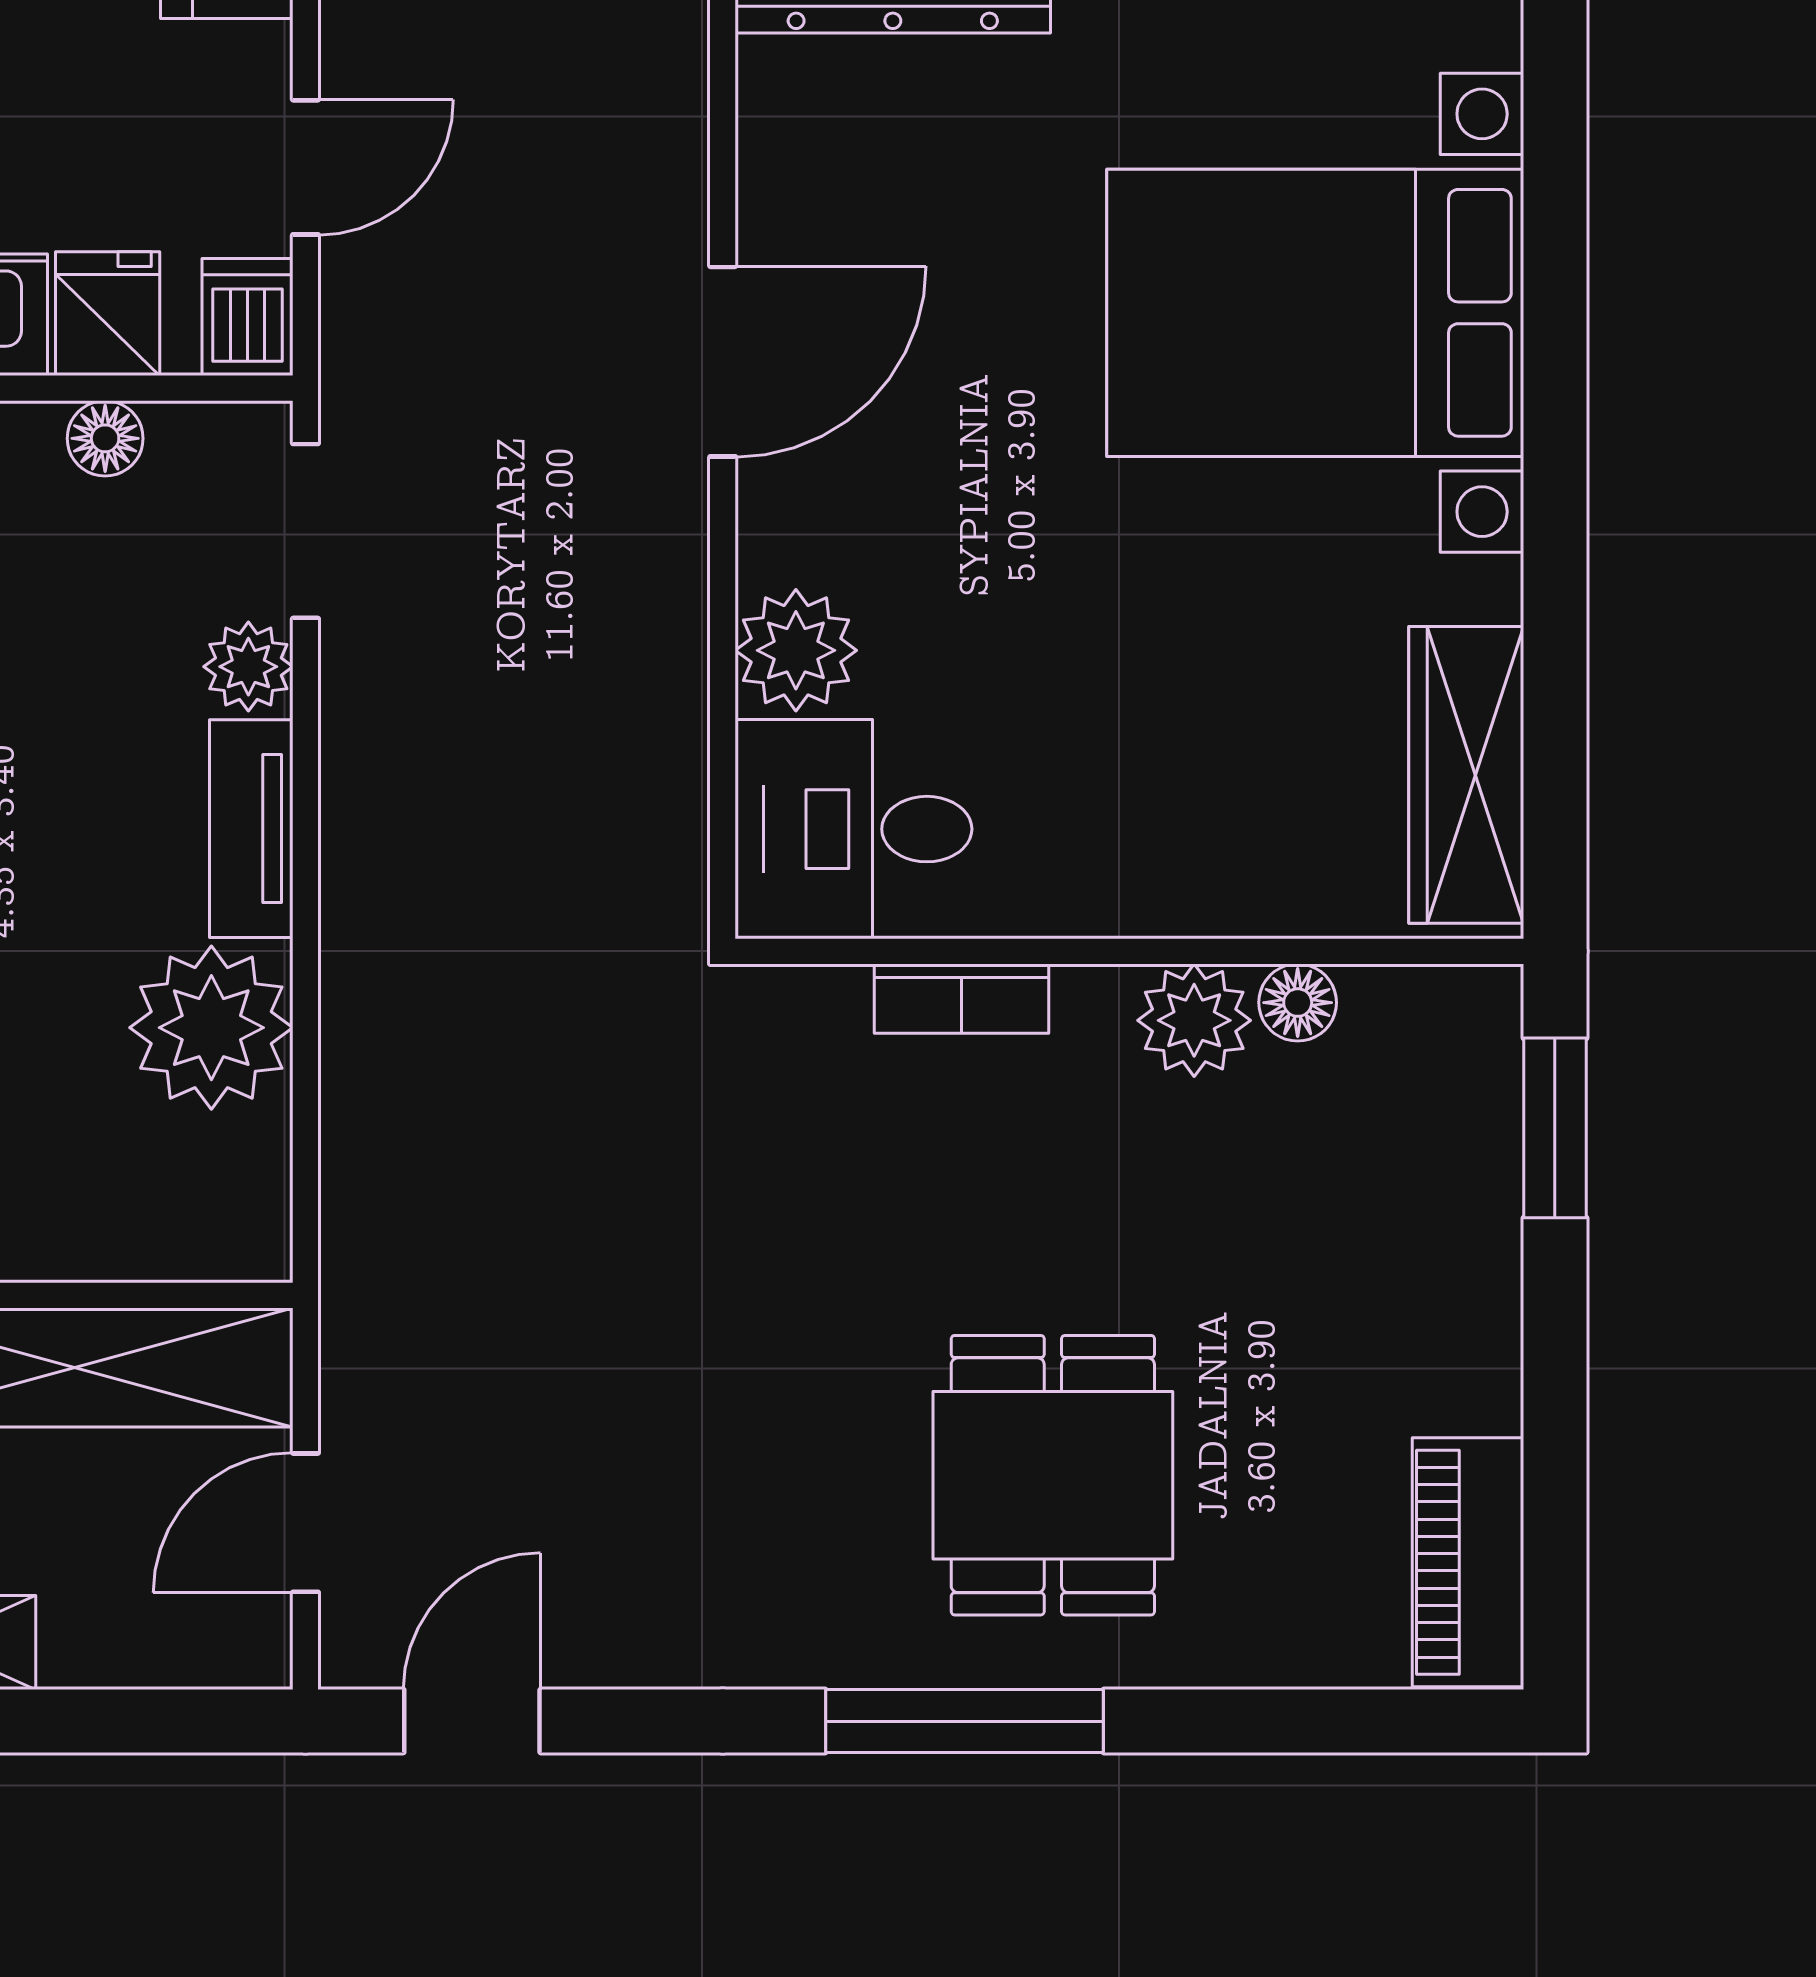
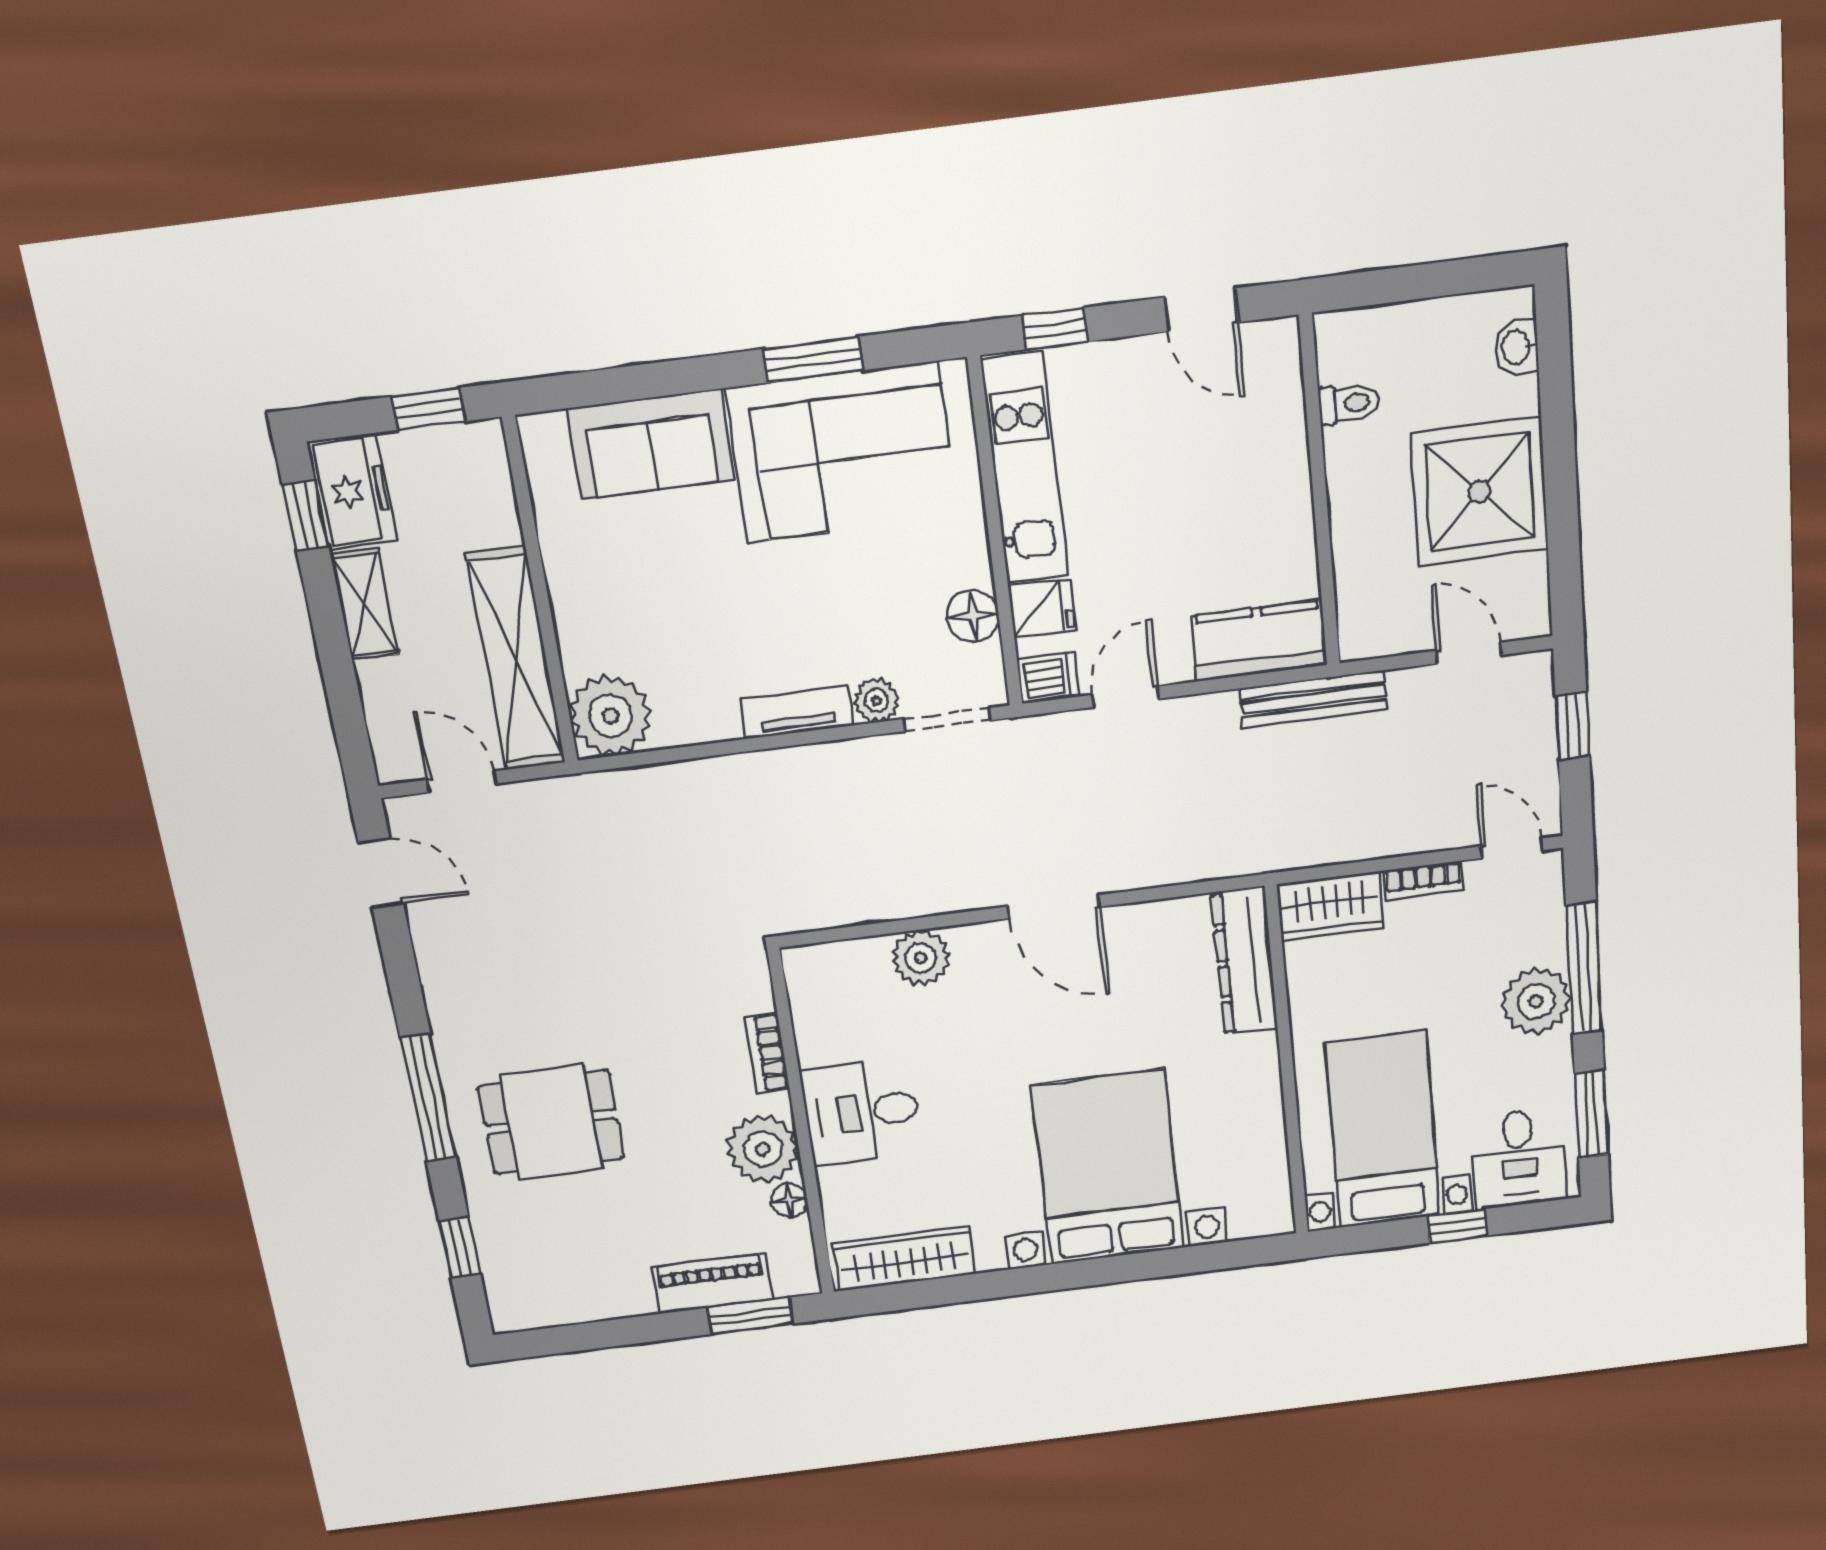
door: (305, 167) -> (1125, 697), swing flipped
floor lamp: (105, 438) -> (973, 616), width x1.37, depth x1.37
desk: (853, 829) -> (861, 1112), moved, turned -90
plant: (1194, 1020) -> (763, 1149), width x1.36, depth x1.36
plant: (211, 1028) -> (610, 716), moved
piano: (1468, 1562) -> (712, 1284), moved
window: (1311, 1721) -> (460, 1248), added

